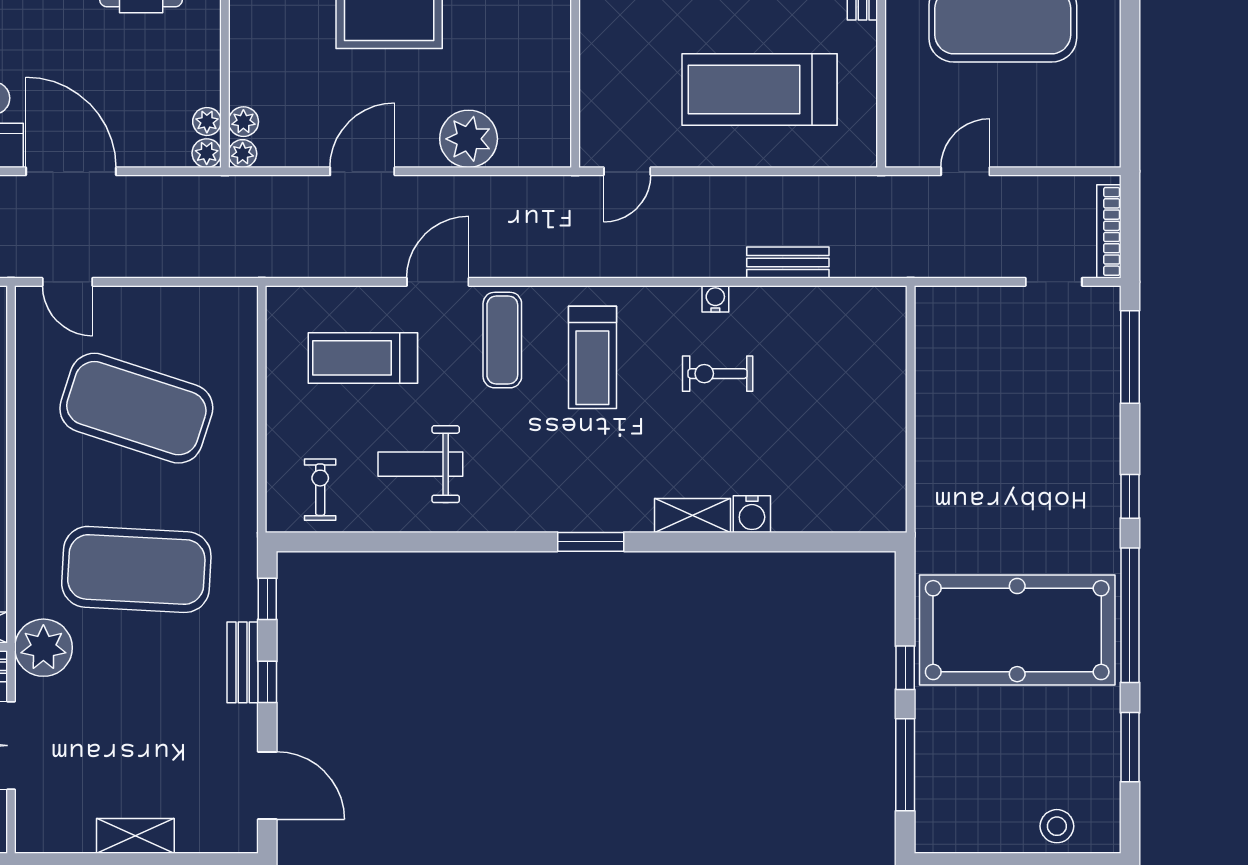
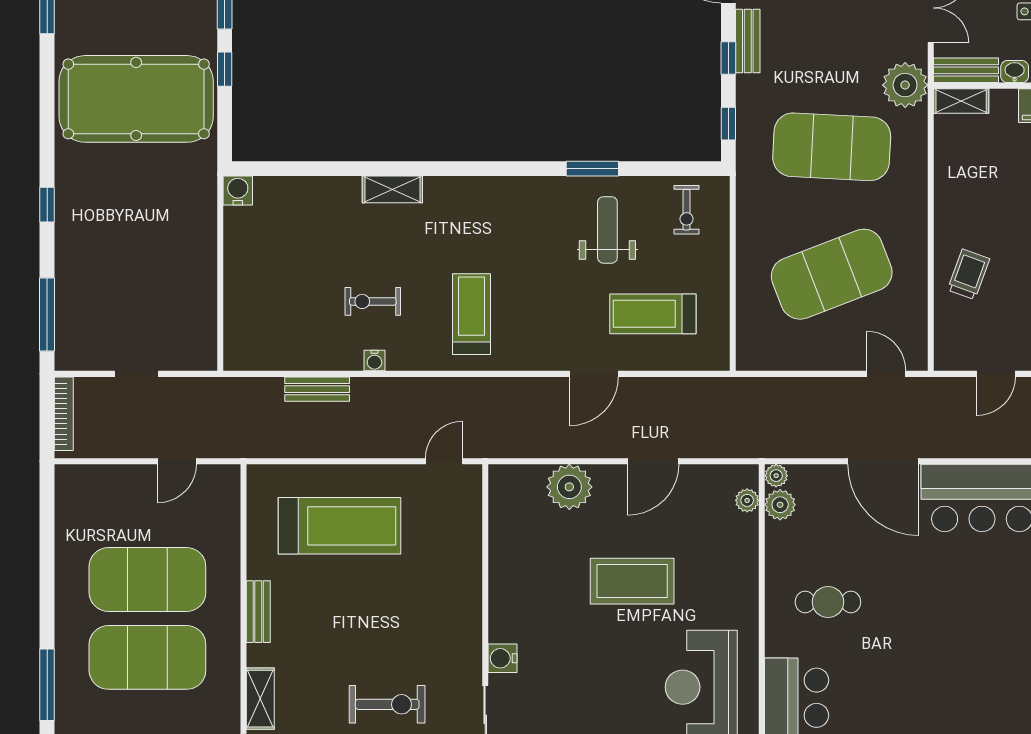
plant: (207, 122) -> (780, 505), width x1.38, depth x1.38
plant: (243, 154) -> (748, 475), removed
doorway: (1054, 282) -> (137, 374), moved
exercise mat: (502, 340) -> (543, 328), removed
treadmill: (363, 358) -> (653, 314), turned 180
exercise bike: (718, 374) -> (373, 301), turned 180
exercise mat: (136, 408) -> (832, 274), turned -39
weight bench: (420, 464) -> (607, 230), turned -90
water cooler: (752, 514) -> (238, 191), moved
window: (591, 542) -> (592, 169), moved
window: (1130, 615) -> (47, 111), removed
bench: (243, 662) -> (748, 41), moved

